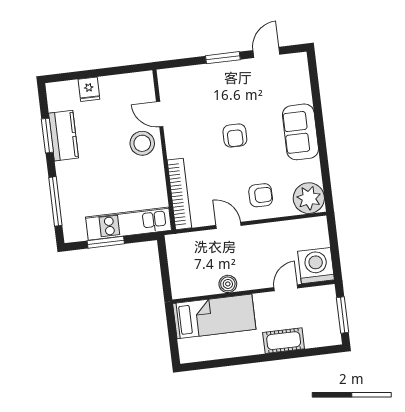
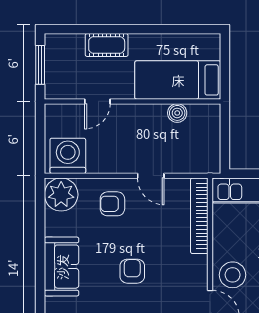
washing machine: (316, 266) -> (68, 156), moved, turned 180
boiler: (228, 284) -> (177, 113), moved

